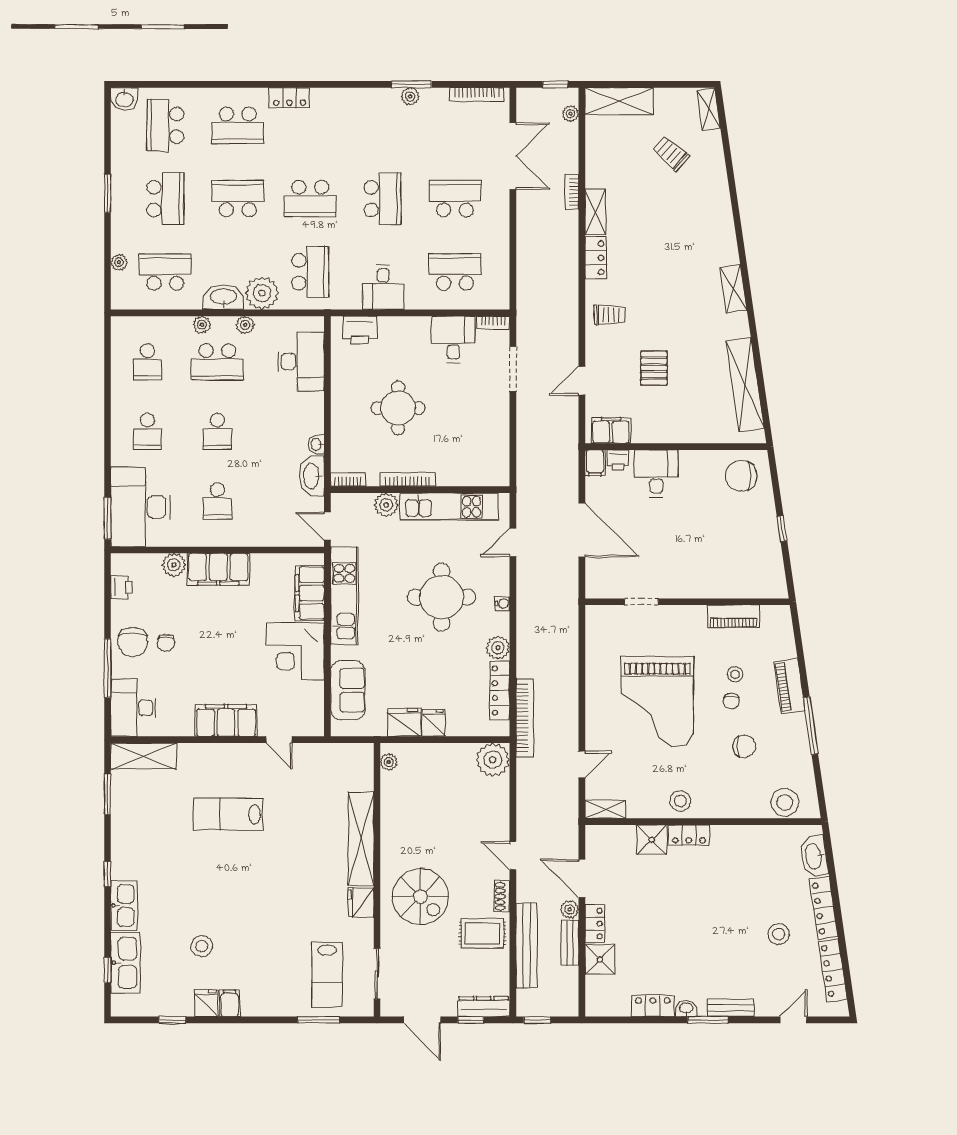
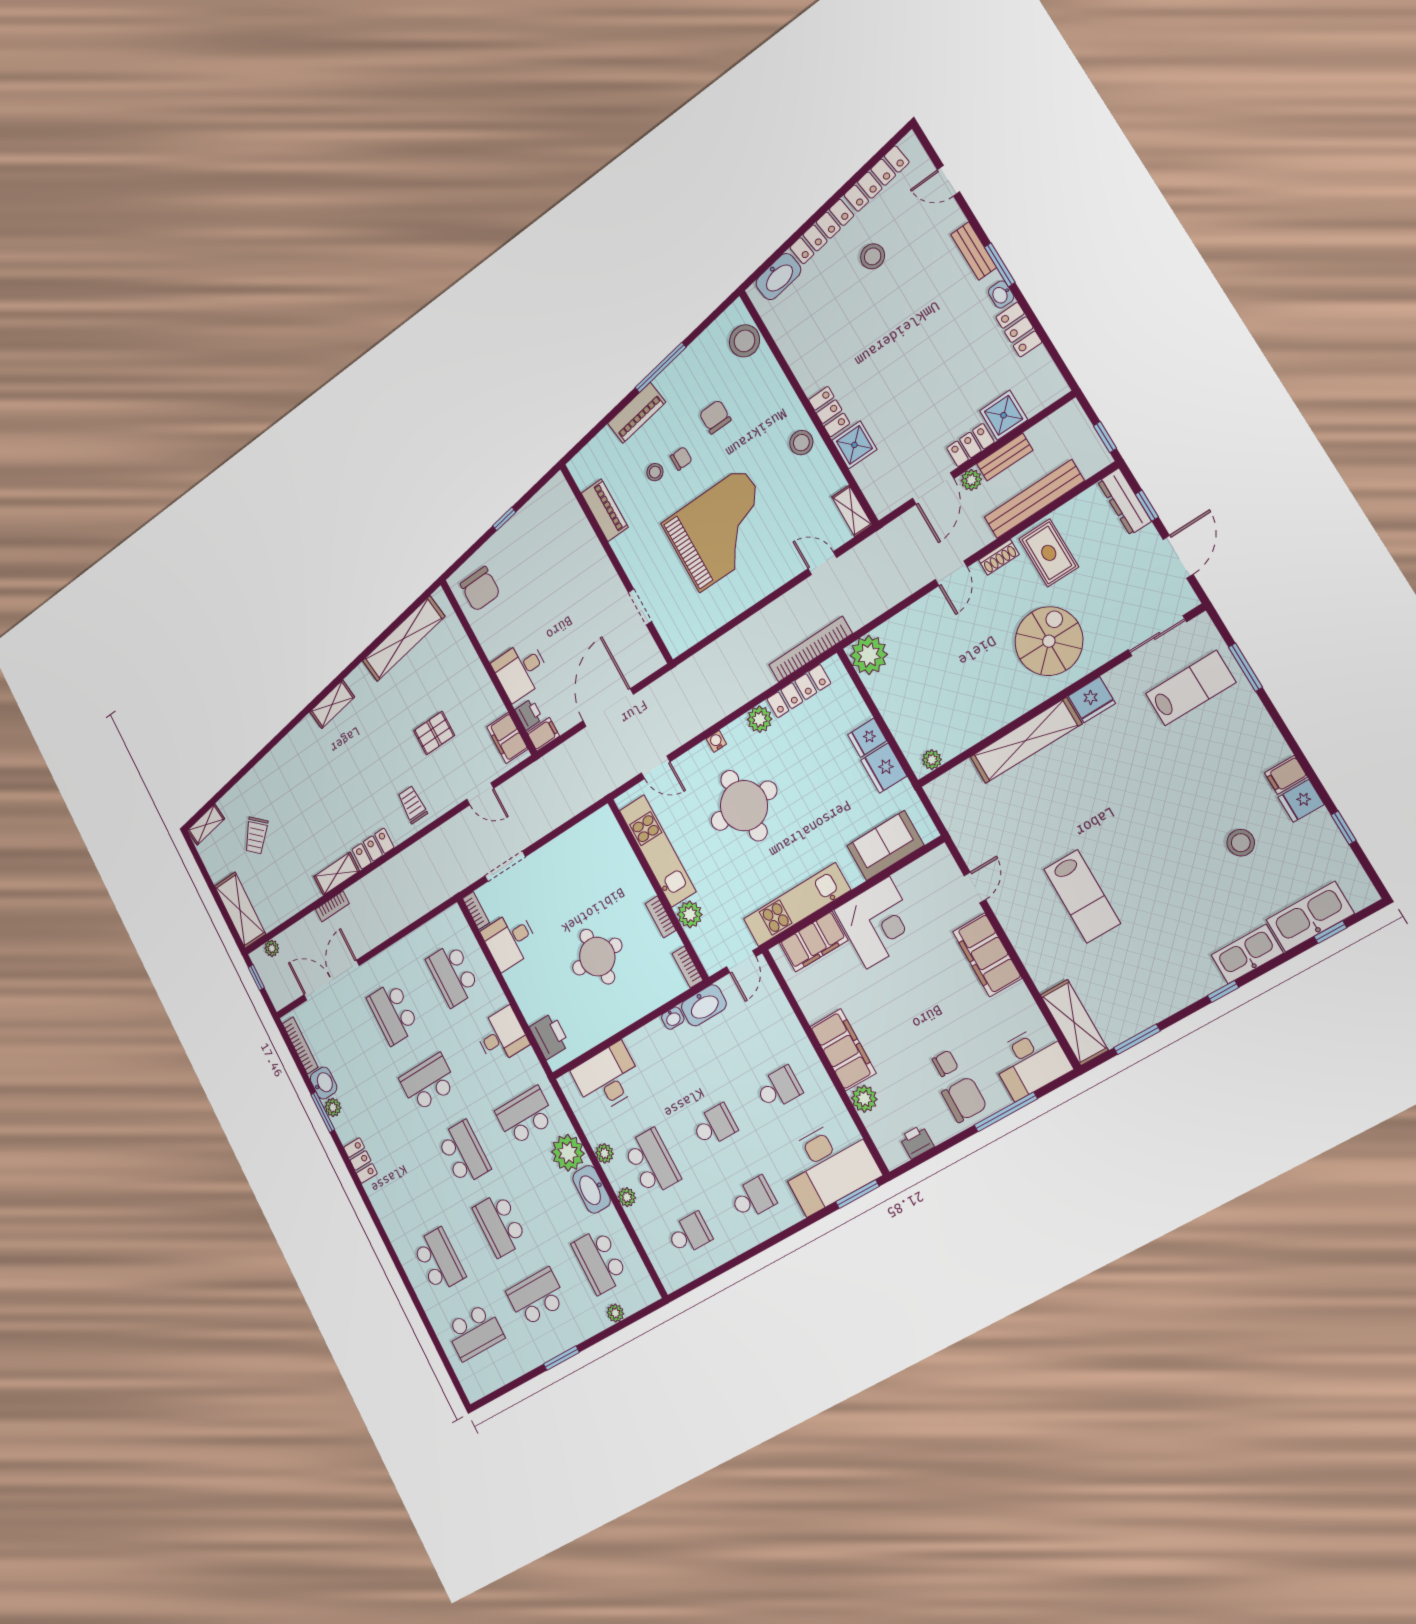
locker: (290, 98) -> (360, 1160), moved
washbasin: (124, 99) -> (324, 1083), moved
bookcase: (408, 479) -> (660, 917), width x0.64

